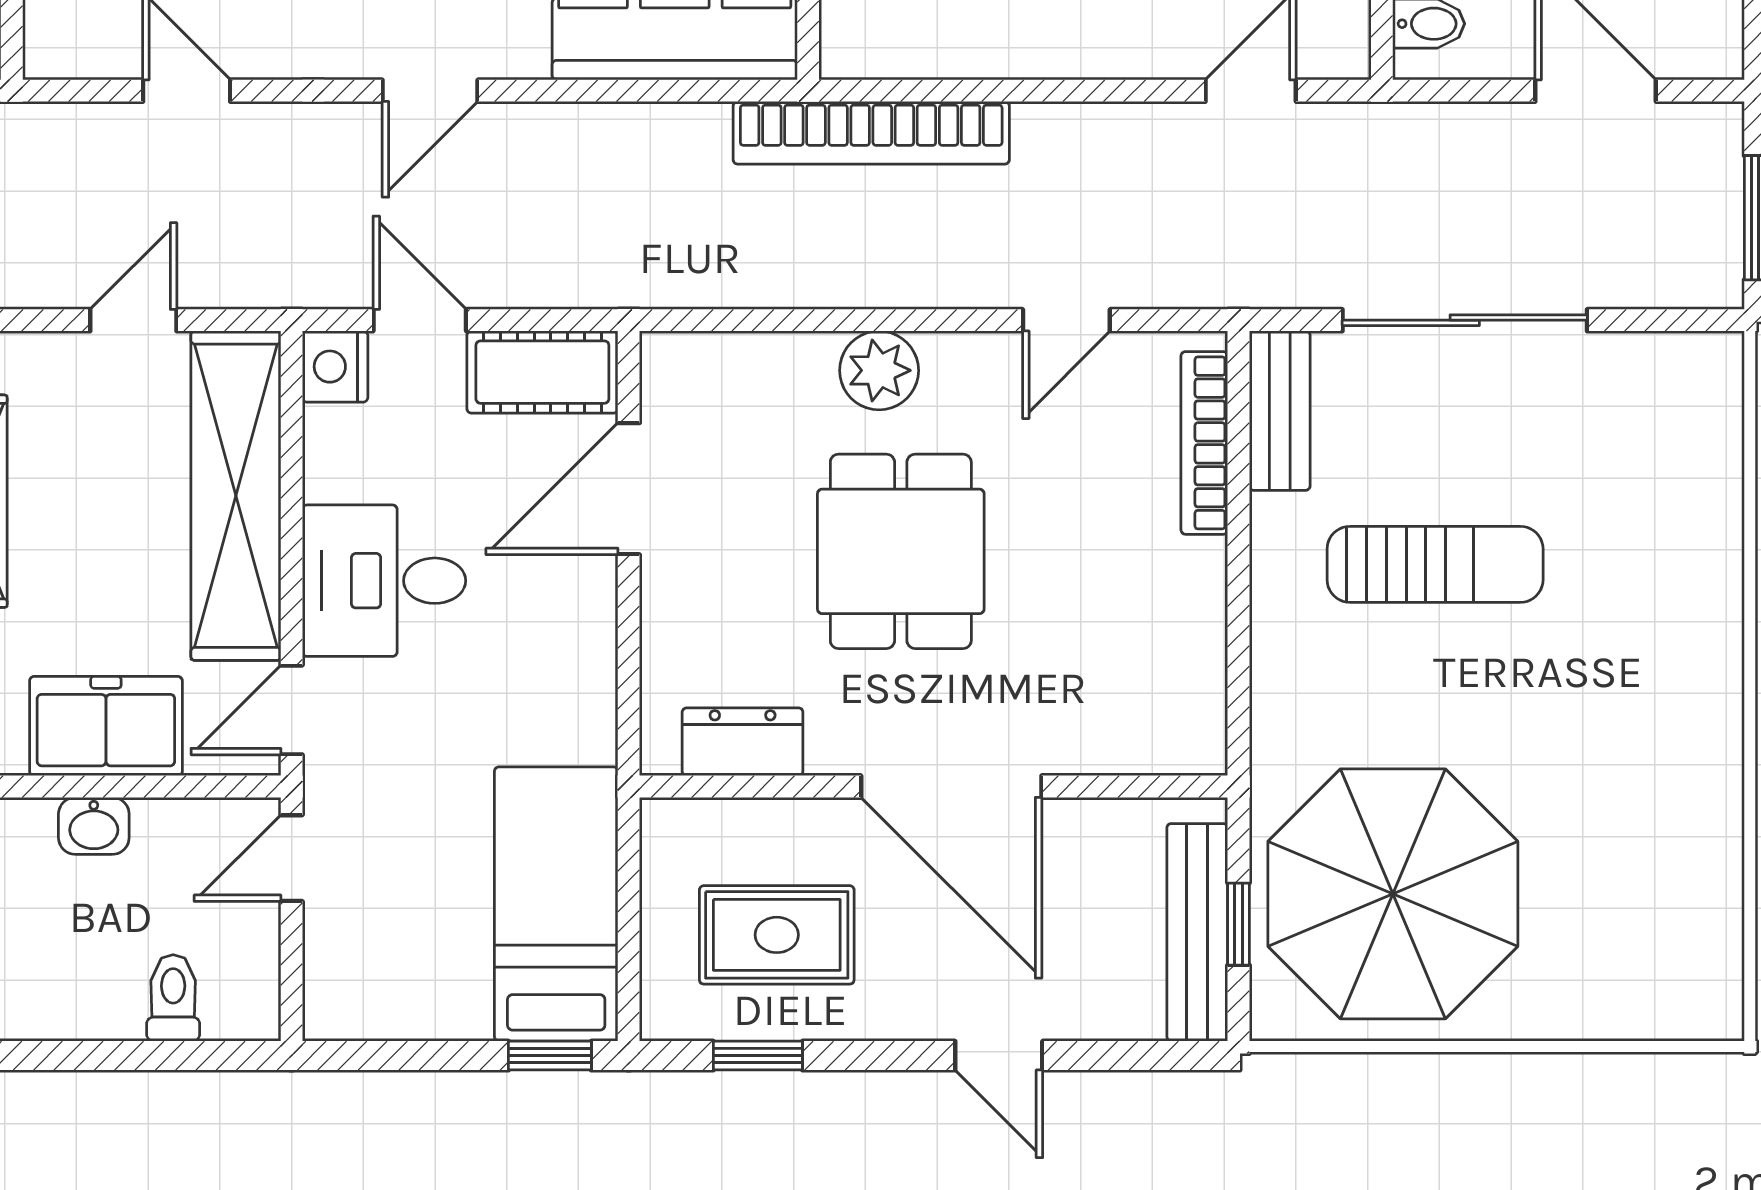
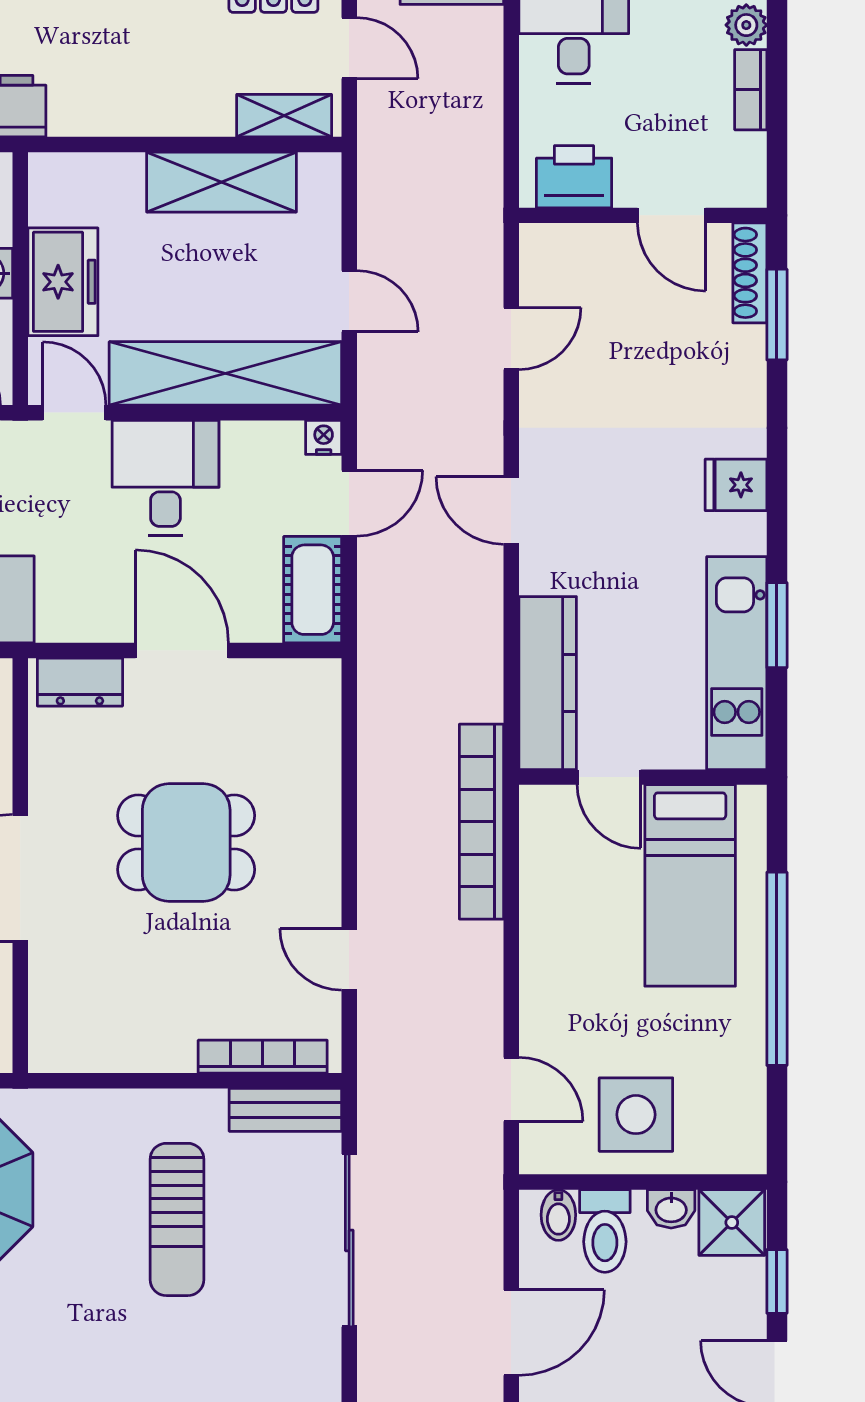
nightstand: (335, 367) -> (324, 437), width x0.72, depth x0.74
plant: (879, 370) -> (314, 827), removed
door: (629, 489) -> (182, 651), moved
dresser: (743, 742) -> (80, 682), moved, turned 90

